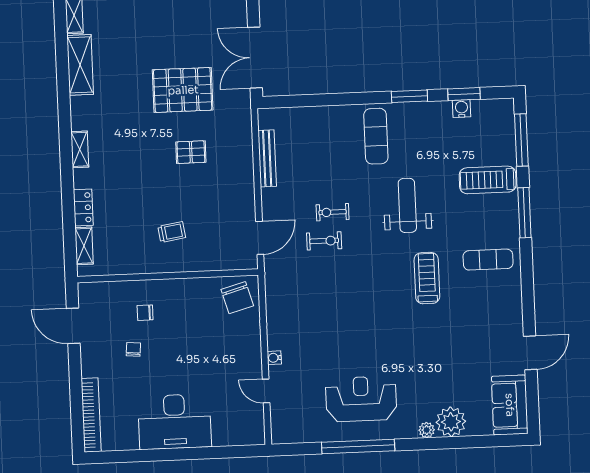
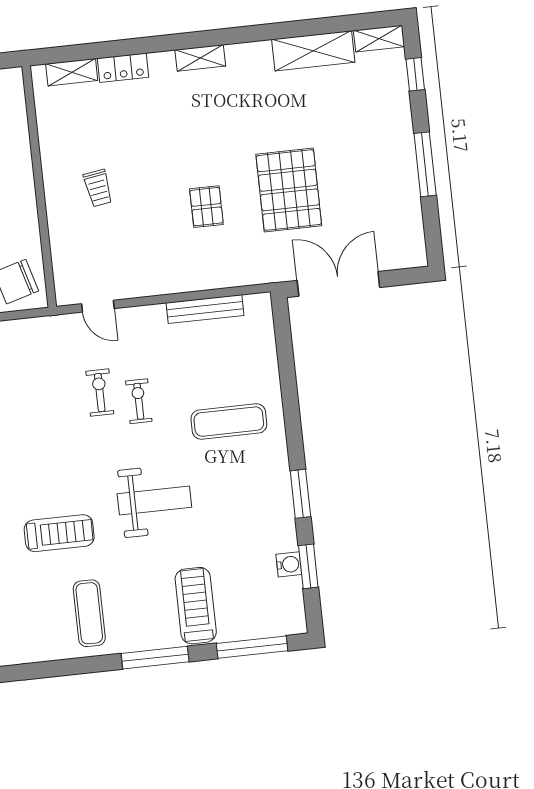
exercise mat: (376, 136) -> (229, 422), moved
door: (260, 238) -> (98, 306), width x0.73
exercise bike: (324, 241) -> (100, 393), turned 180

